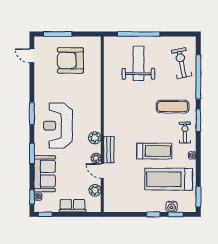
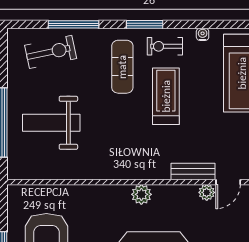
exercise bike: (182, 63) -> (51, 52), turned 180
window: (198, 77) -> (73, 24), width x0.68
plant: (95, 138) -> (141, 194), moved
treadmill: (154, 151) -> (166, 96), moved

